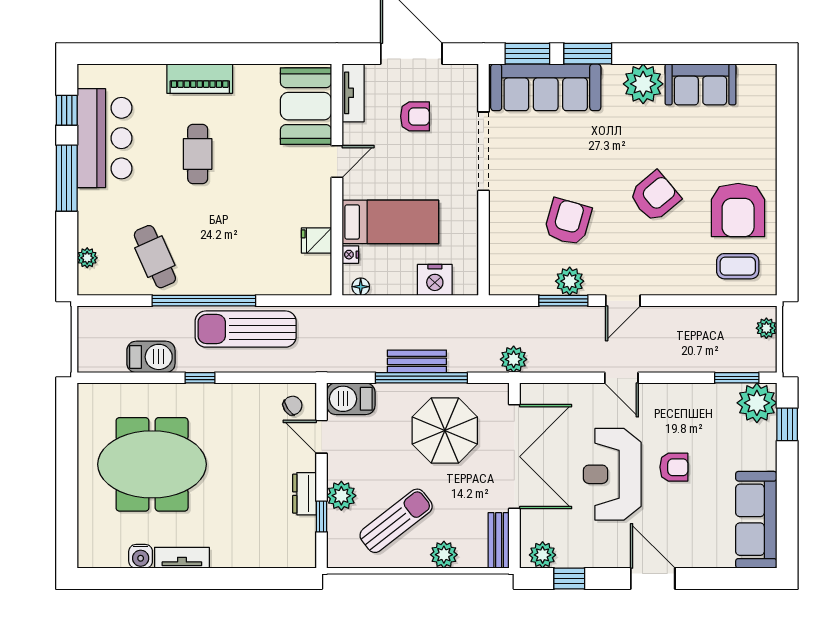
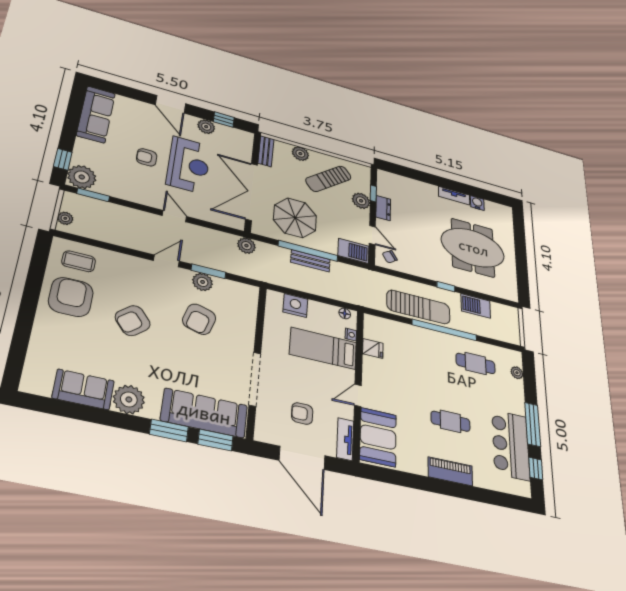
cafe table: (198, 154) -> (450, 421), turned 90
cafe table: (155, 257) -> (476, 363), turned -66
plant: (543, 555) -> (206, 127), moved

